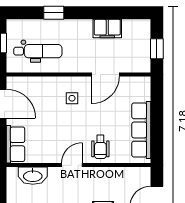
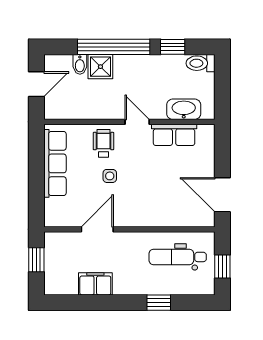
side table: (72, 98) -> (110, 176), moved
row of seats: (16, 144) -> (174, 135), moved, turned -90
door: (72, 165) -> (137, 122), swing flipped

